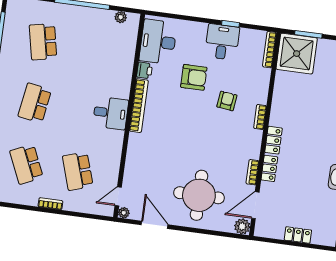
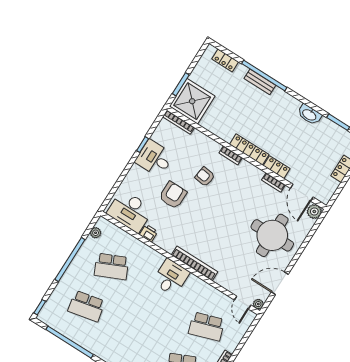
school desk: (35, 103) -> (112, 266), moved, turned -33
bookcase: (139, 106) -> (195, 263), moved
locker: (273, 140) -> (249, 149), width x1.53

